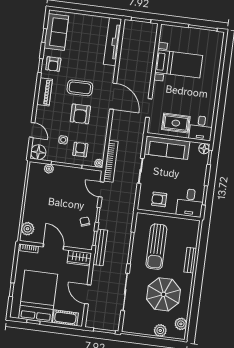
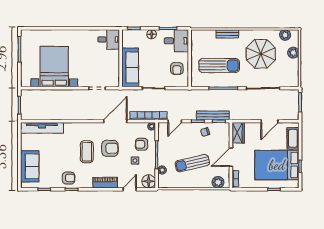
sofa: (56, 32) -> (30, 166), moved, turned 90
bed with nightstands: (179, 64) -> (54, 67), width x1.36
piano: (45, 92) -> (105, 183), moved
door: (113, 96) -> (115, 121), moved
rug: (176, 123) -> (107, 62), removed
floor lamp: (204, 149) -> (152, 34), moved
sun lounger: (52, 203) -> (192, 163), added
bench: (100, 247) -> (213, 115), moved

